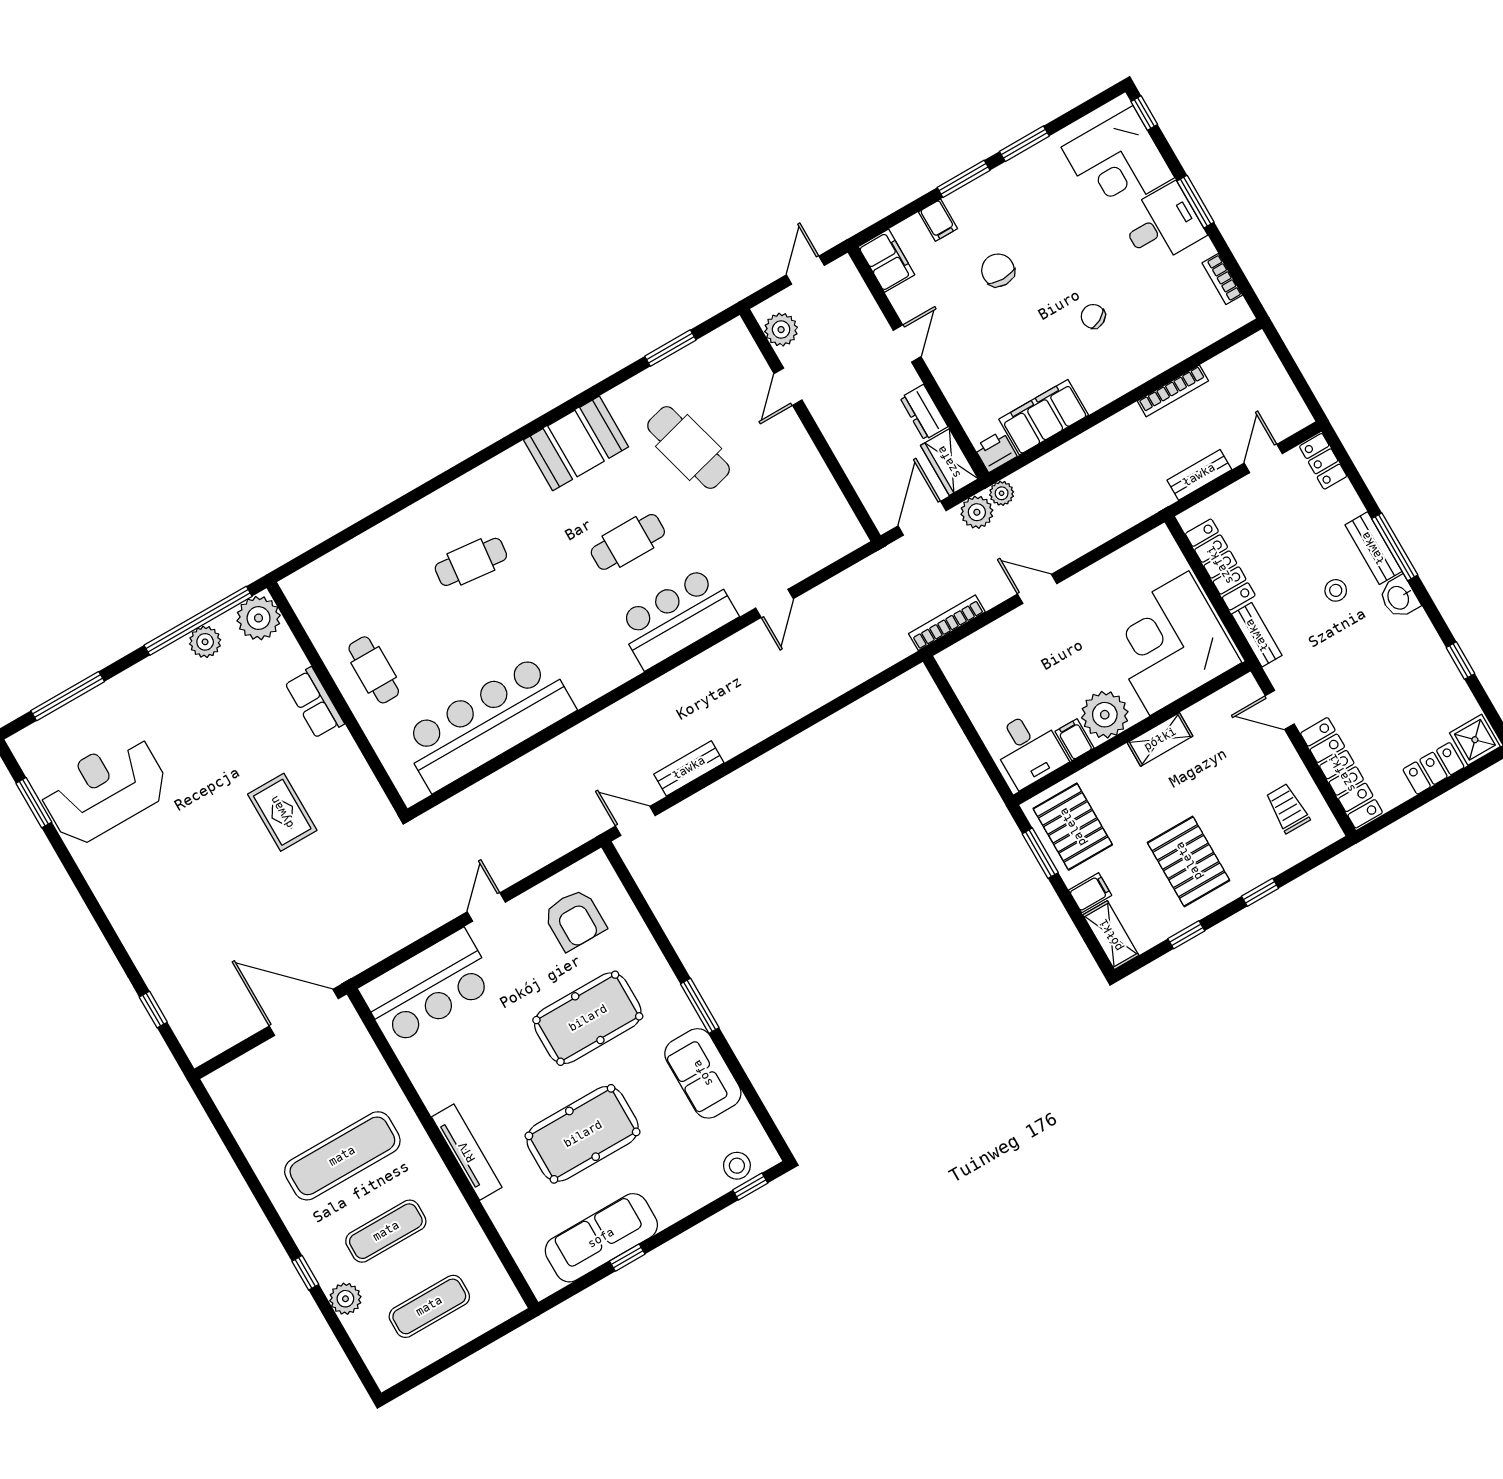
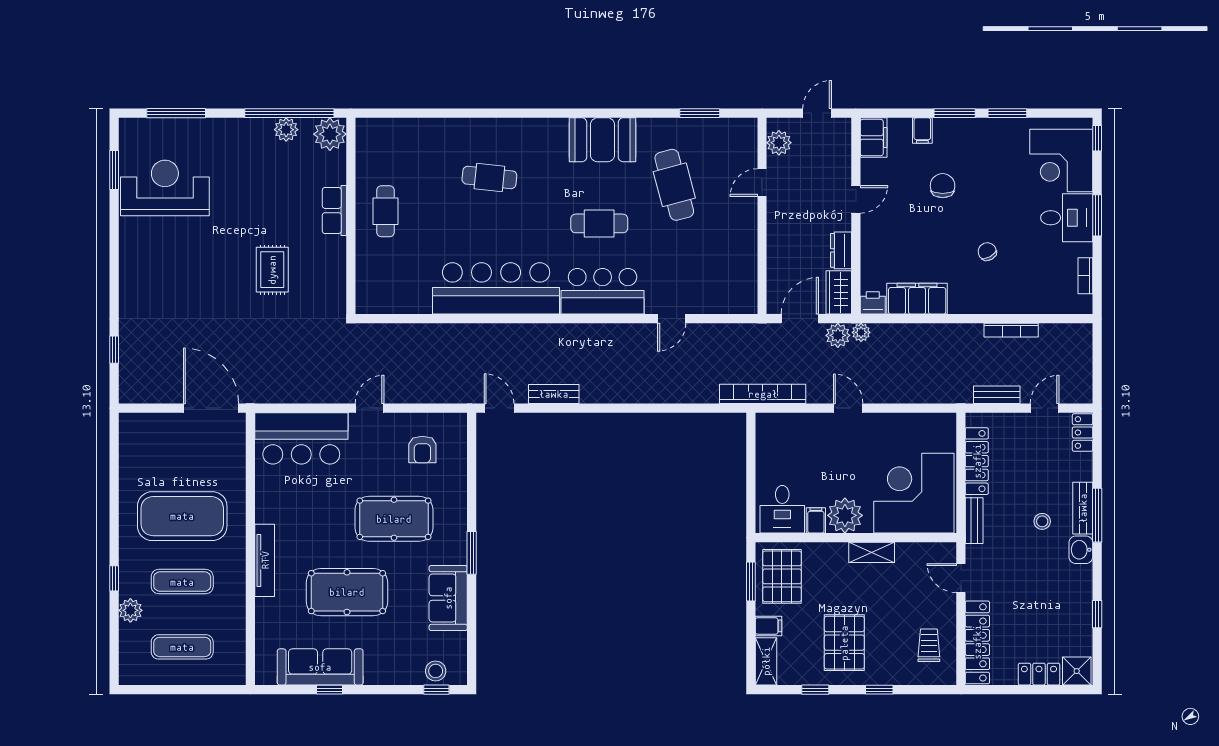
bookcase: (947, 623) -> (763, 394), width x1.48, depth x1.31
bar counter: (488, 723) -> (496, 288), moved
armchair: (575, 920) -> (422, 450), width x0.72, depth x0.72
exercise mat: (342, 1156) -> (182, 516), width x1.47

